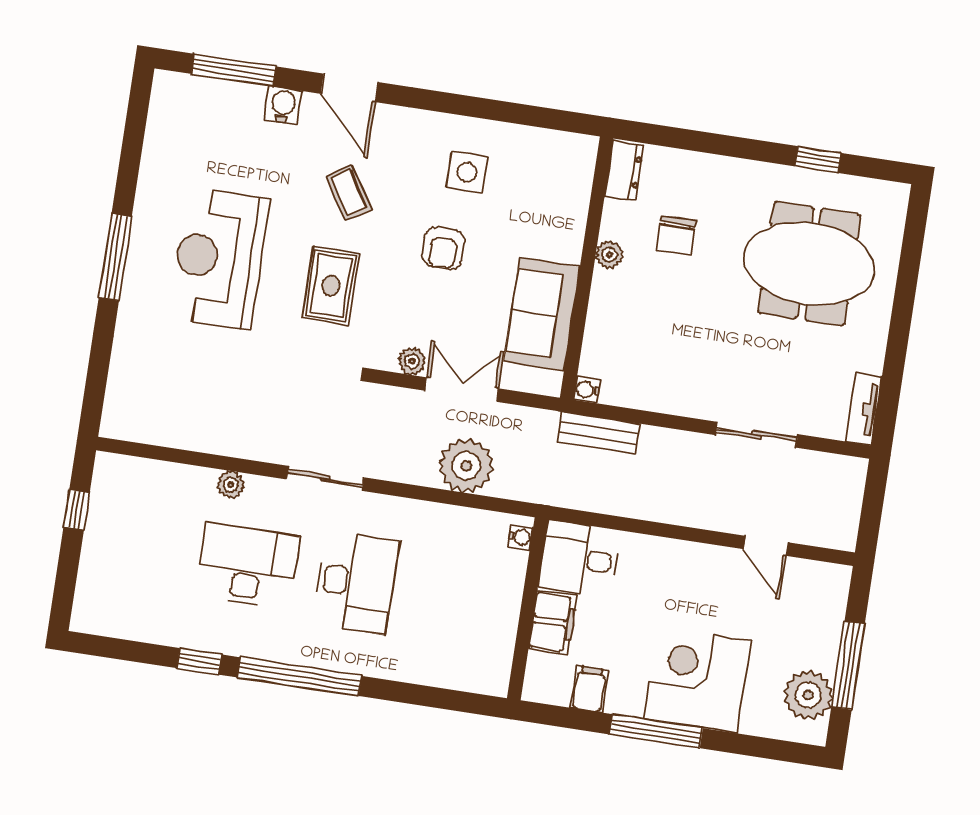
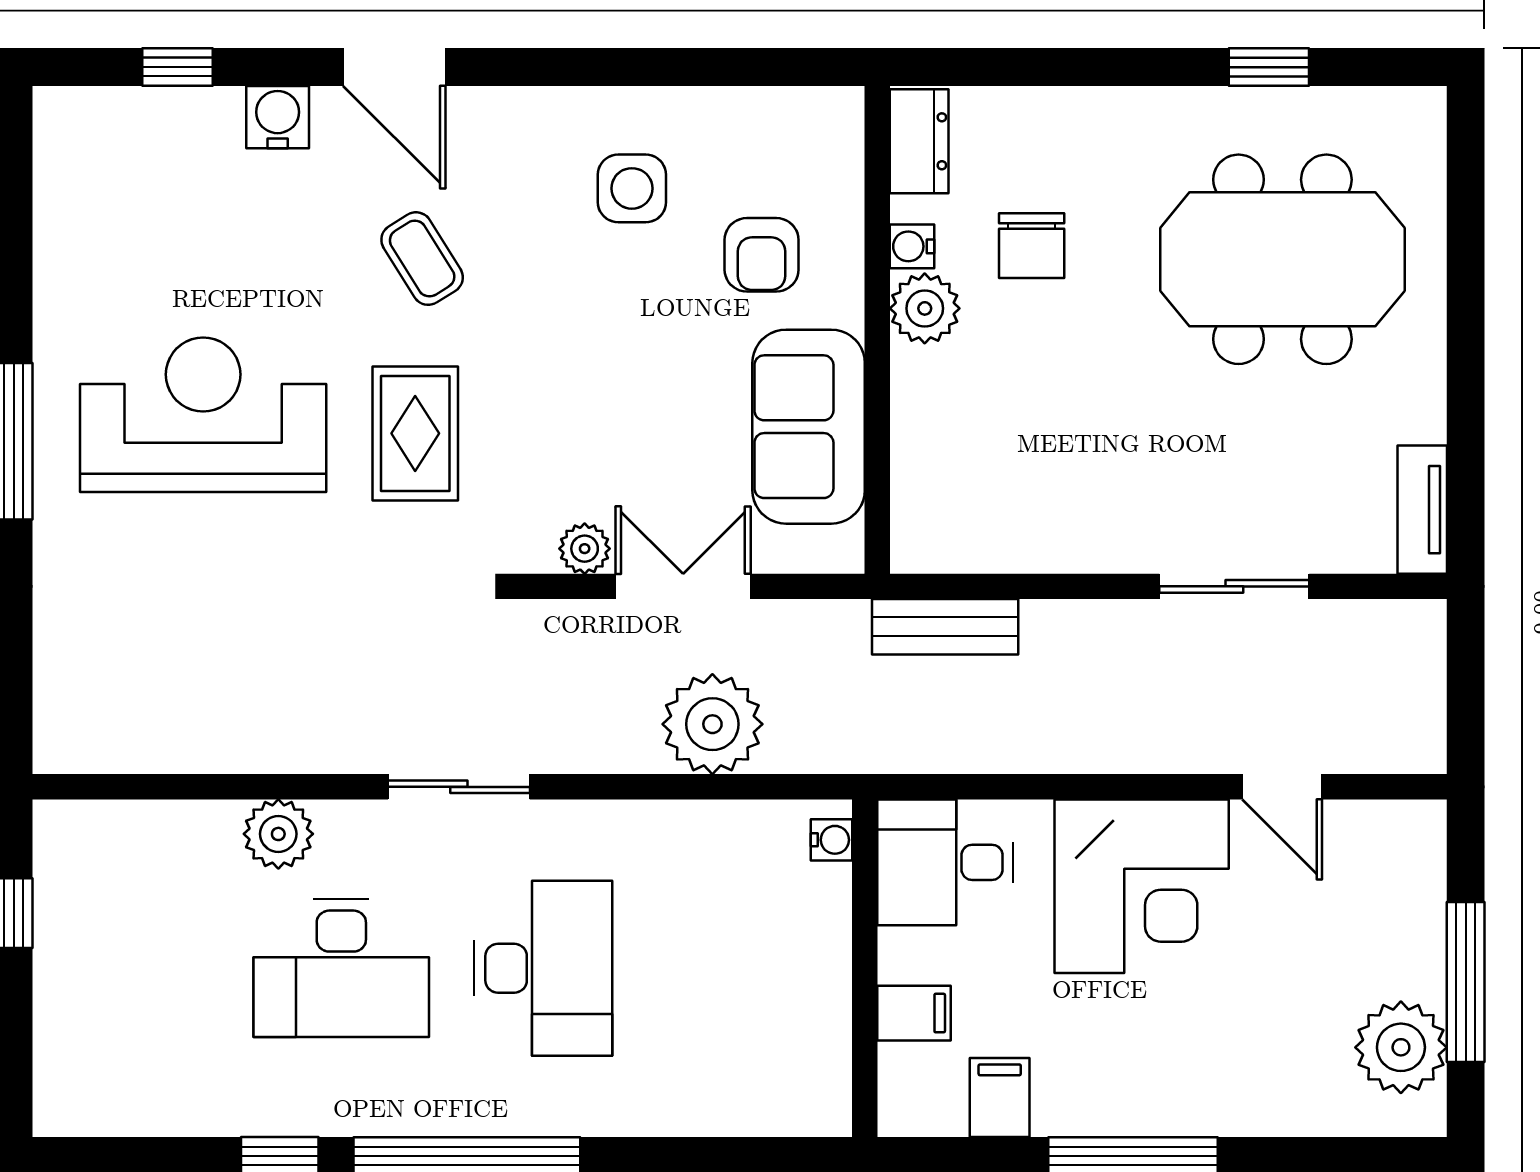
window: (234, 70) -> (178, 67), width x0.46
armchair: (443, 248) -> (762, 255), moved
plant: (609, 255) -> (925, 308), width x1.38, depth x1.38
reception desk: (219, 258) -> (203, 415), turned 90
water cooler: (587, 390) -> (912, 246), moved
plant: (231, 485) -> (278, 834), width x1.38, depth x1.38
desk: (248, 566) -> (341, 968), turned 180
filing cabinet: (553, 622) -> (914, 1013), width x0.50
corner desk: (697, 680) -> (1142, 886), moved, turned 180

